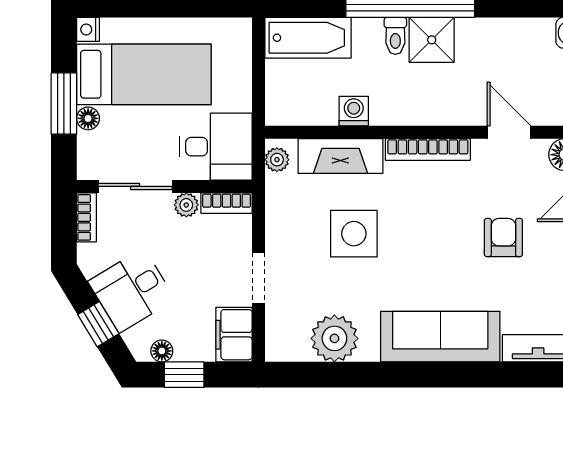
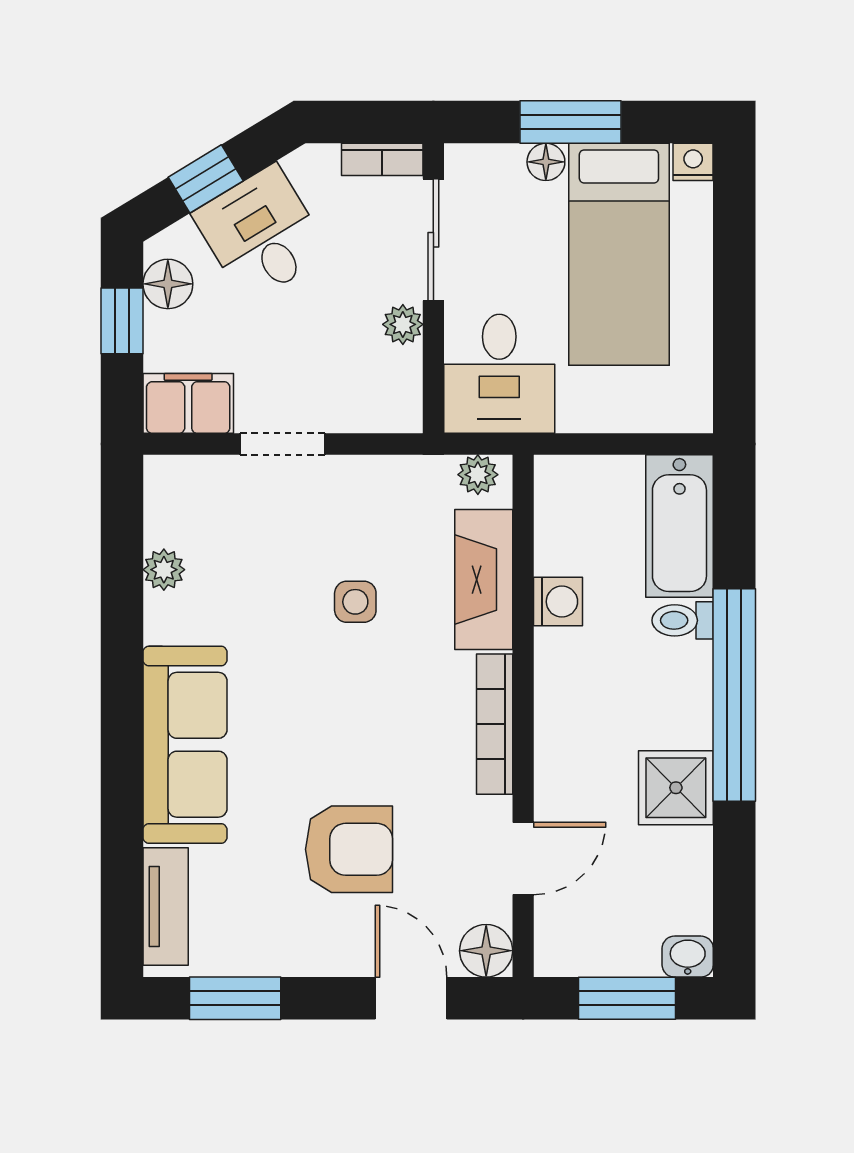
toilet: (395, 36) -> (683, 620), moved
shower: (432, 40) -> (676, 788), moved
bookcase: (227, 203) -> (406, 391), removed
side table: (354, 234) -> (355, 602), width x0.54, depth x0.54
armchair: (503, 238) -> (349, 849), width x1.38, depth x1.38
plant: (334, 338) -> (164, 570), width x0.53, depth x0.53
floor lamp: (162, 351) -> (168, 284), width x1.37, depth x1.37

